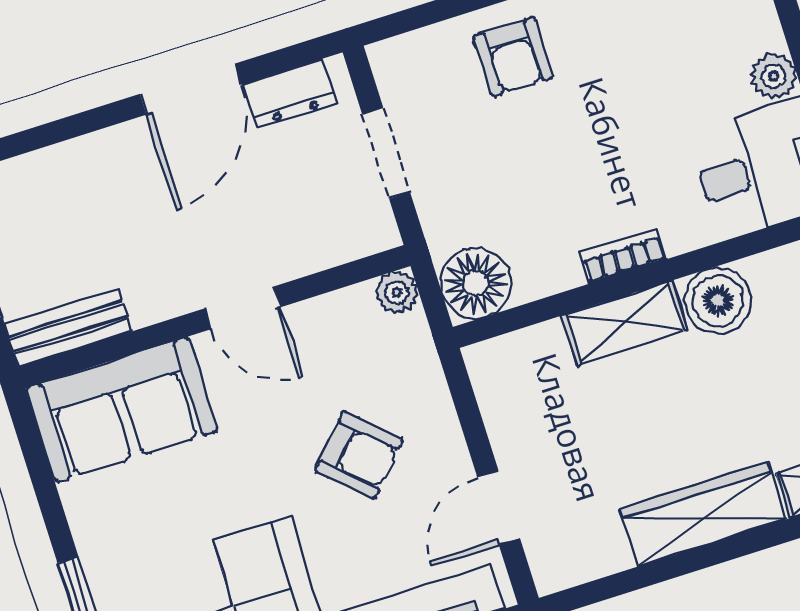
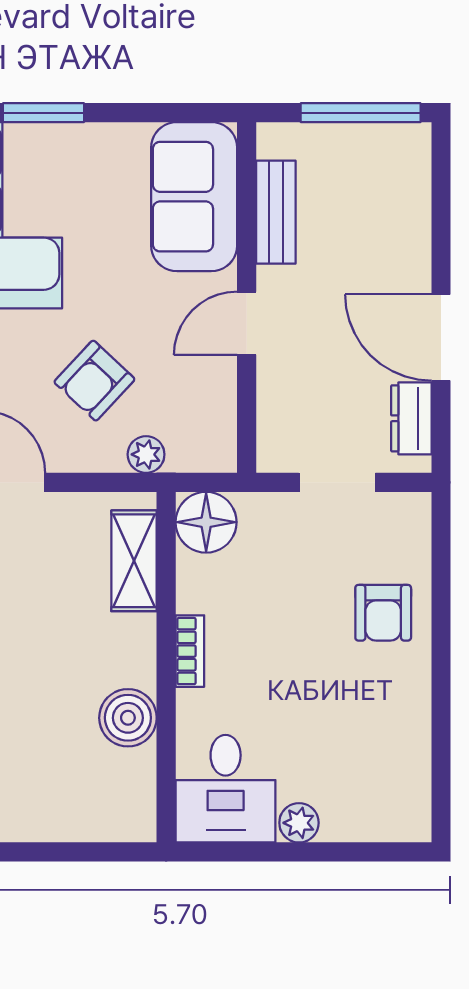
armchair: (513, 57) -> (383, 613), turned -90
plant: (397, 293) -> (146, 454), moved
shelving: (625, 323) -> (134, 561), moved
bench: (68, 328) -> (276, 212), moved

